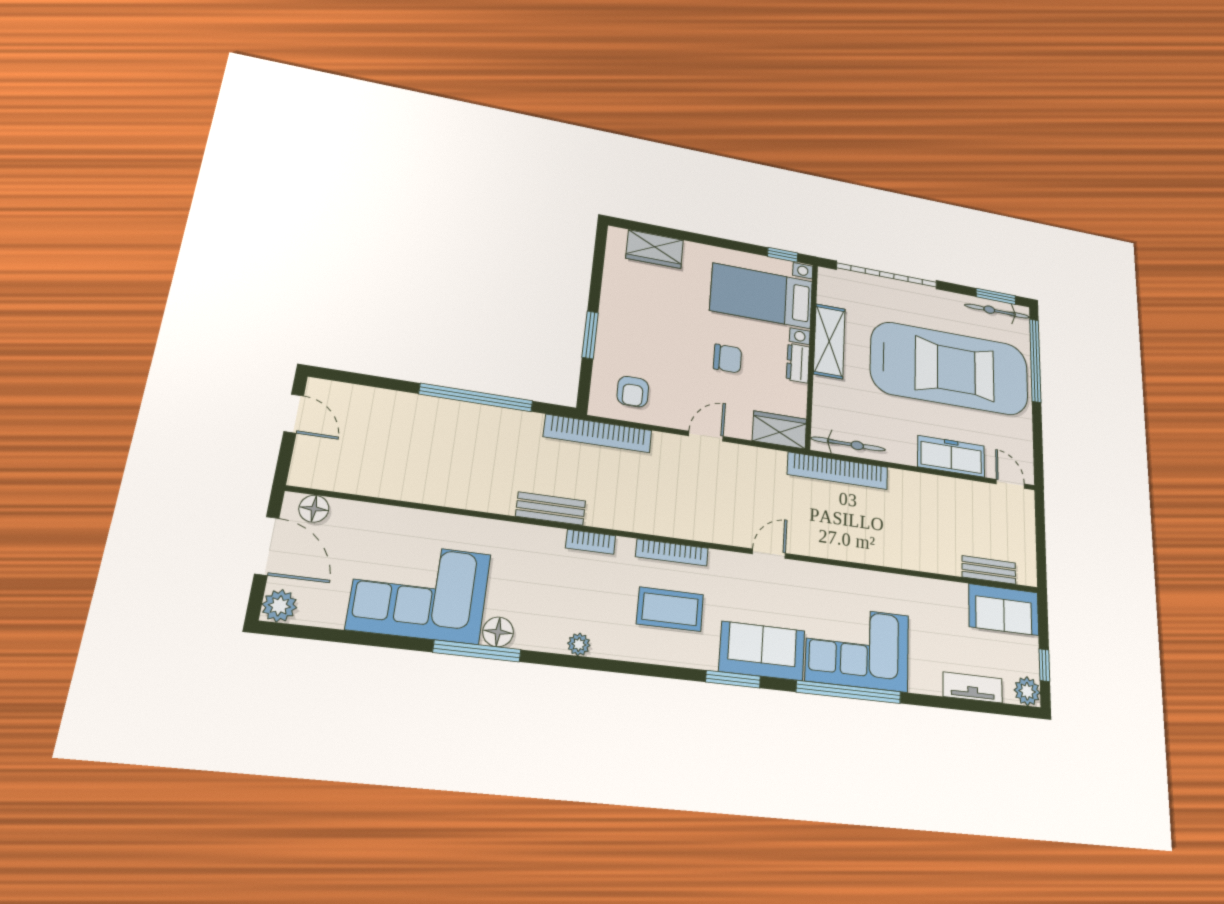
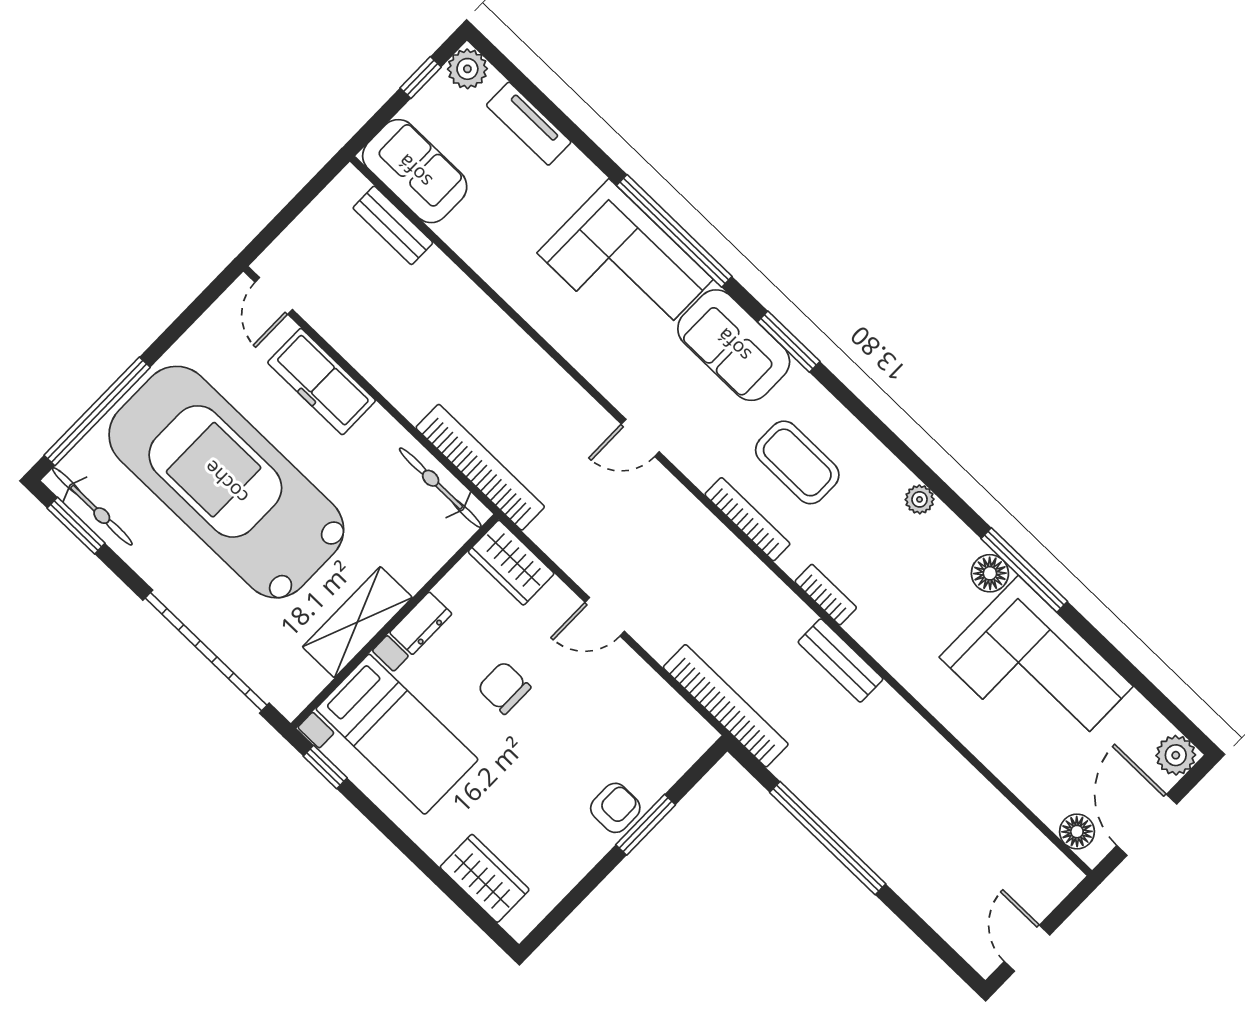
armchair: (633, 392) -> (615, 808), moved

